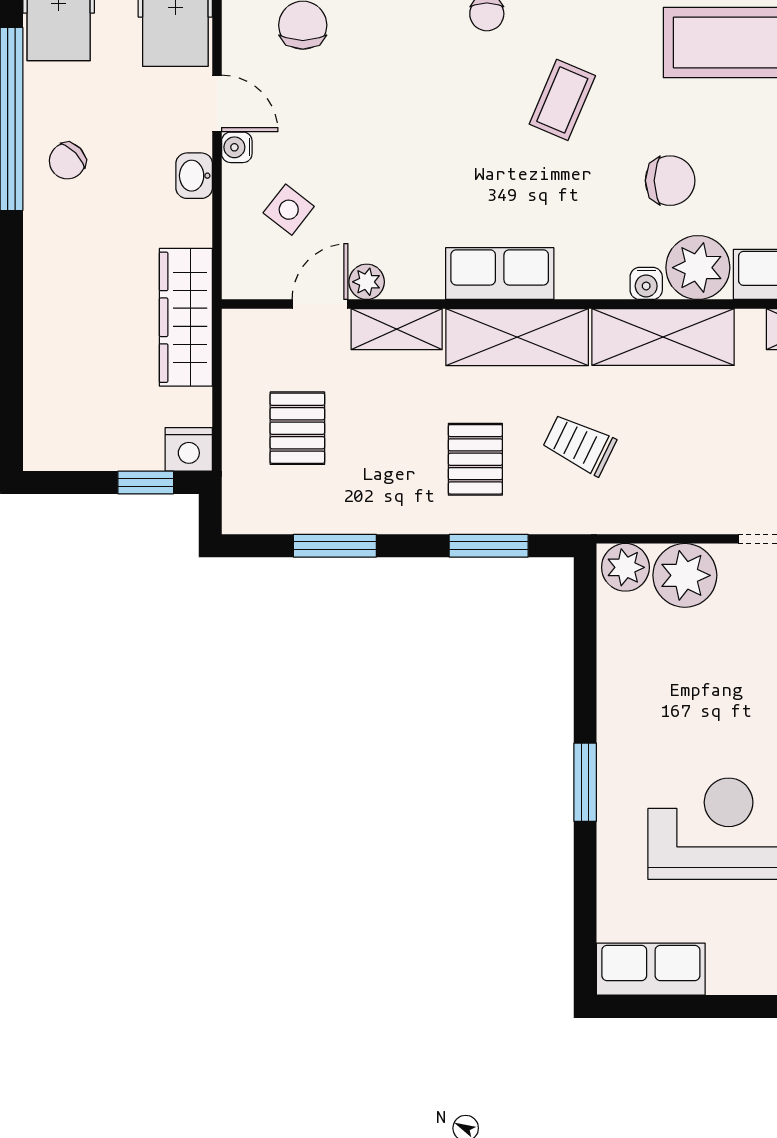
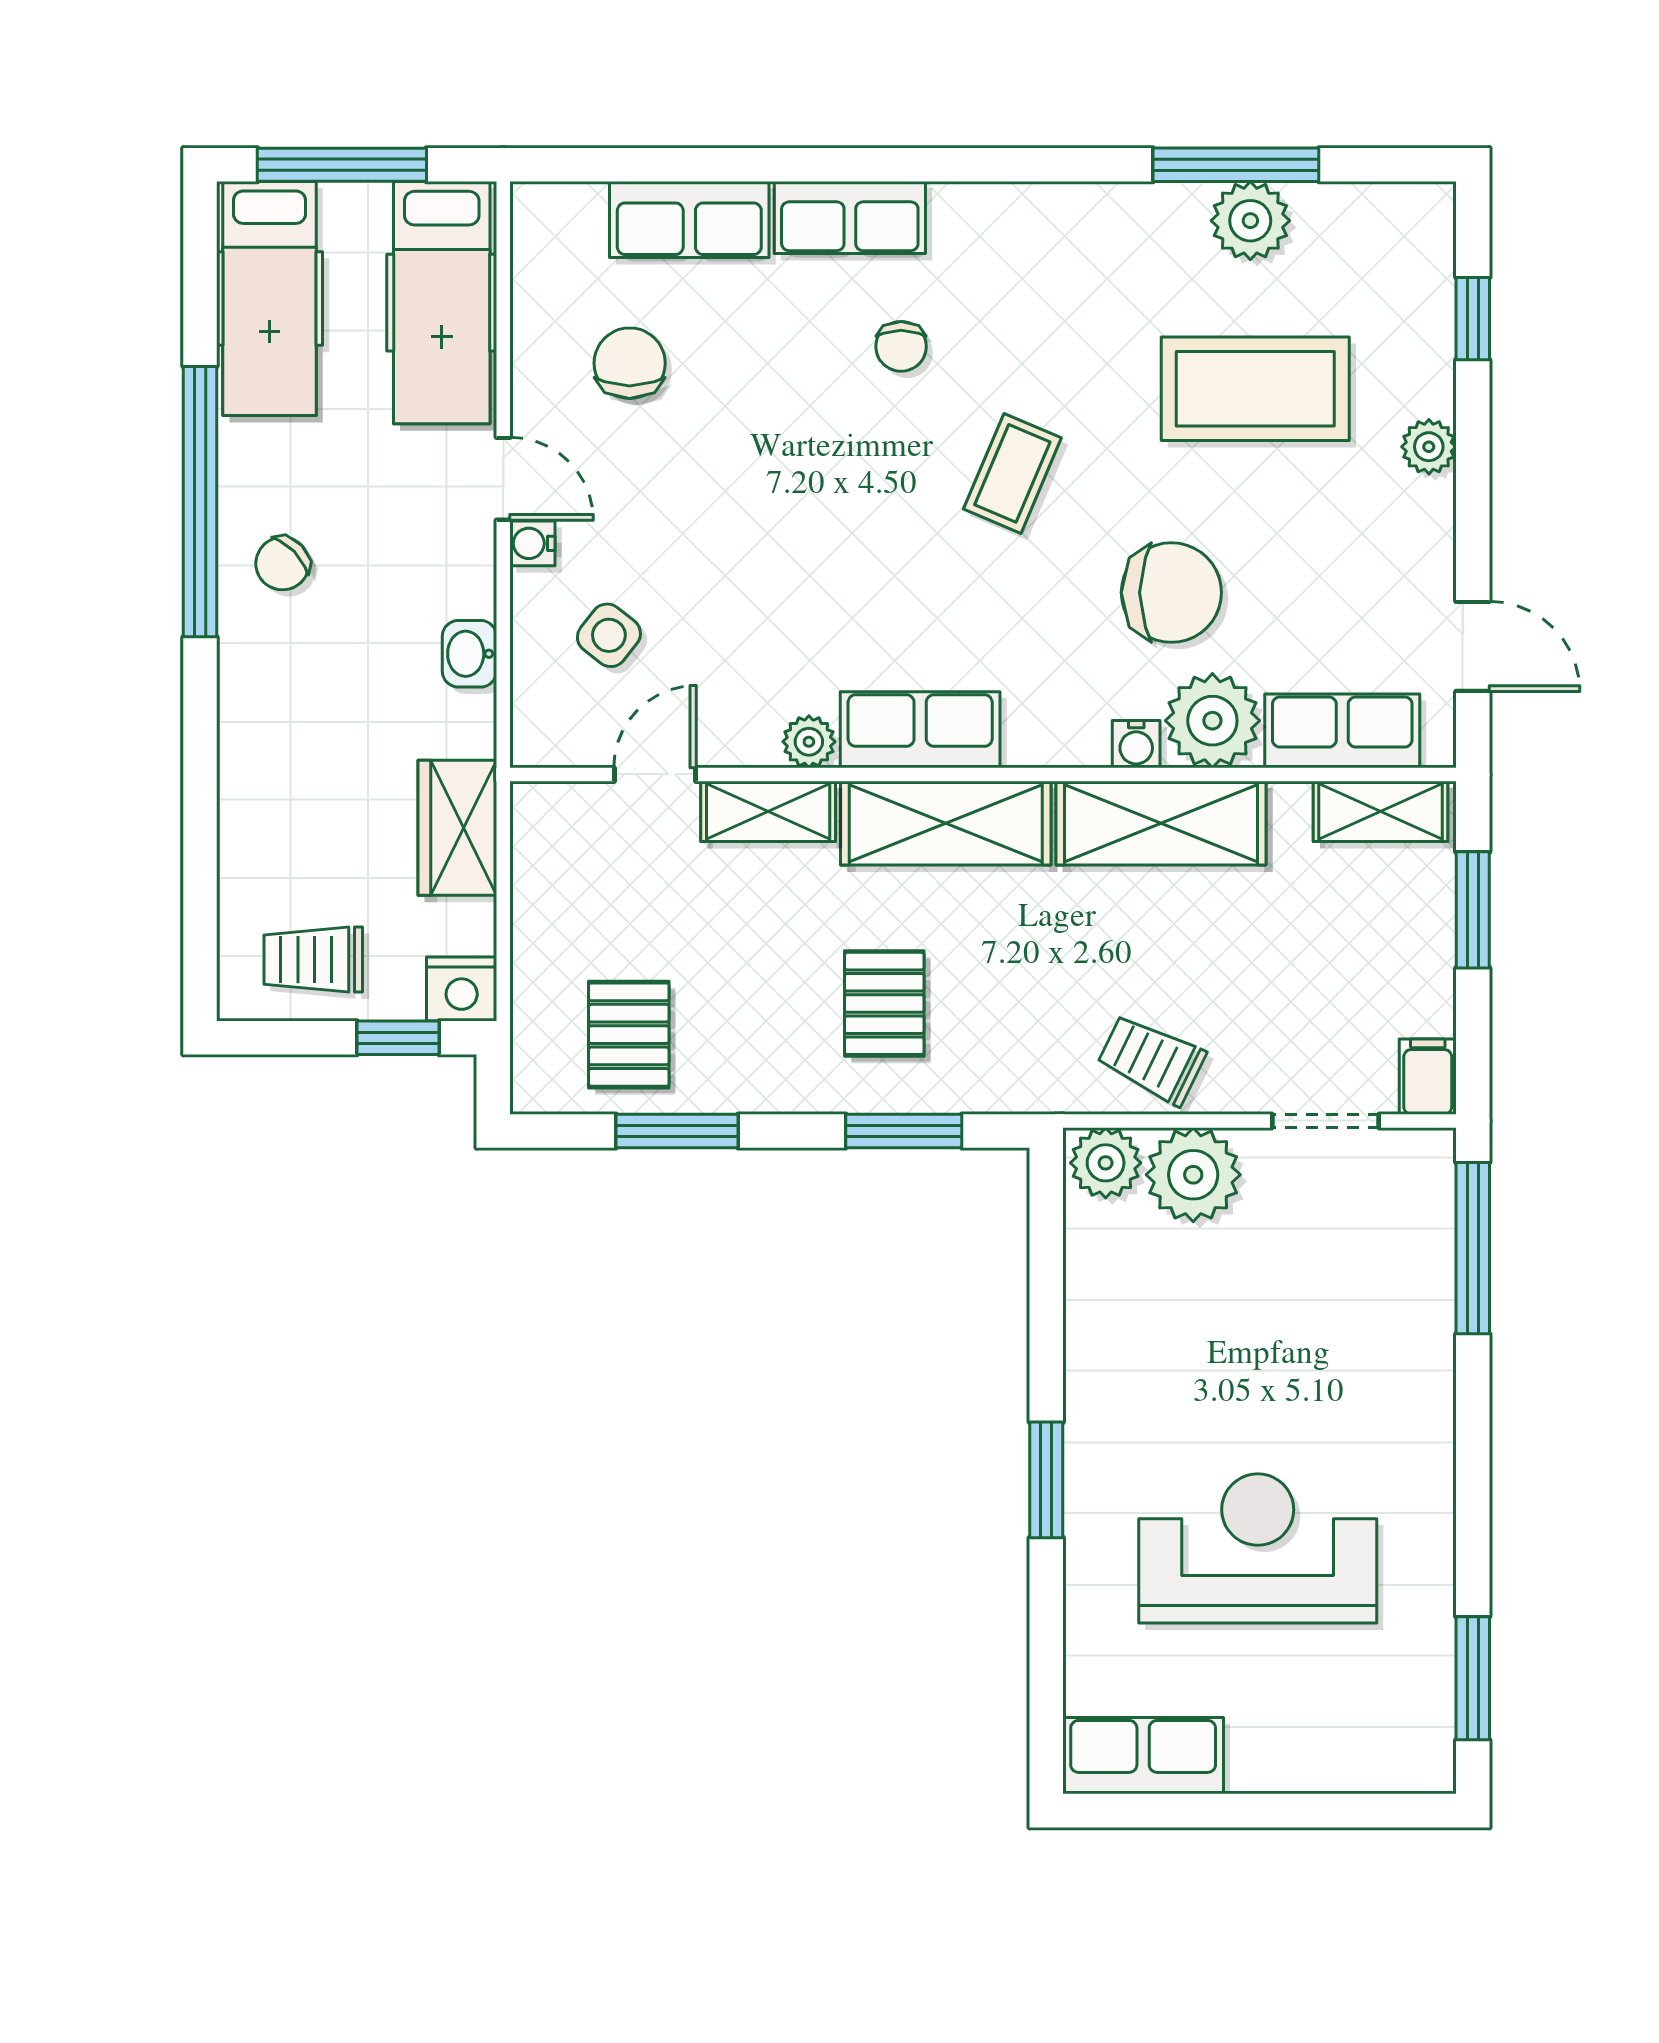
washbasin: (194, 176) -> (469, 654), moved
chair: (670, 181) -> (1171, 593), width x1.37, depth x1.37
plant: (367, 282) -> (809, 742), moved
wardrobe: (186, 317) -> (457, 828), width x0.67
pallet: (297, 428) -> (629, 1035), moved
trolley: (88, 429) -> (313, 960), added
trolley: (579, 445) -> (1151, 1059), moved

